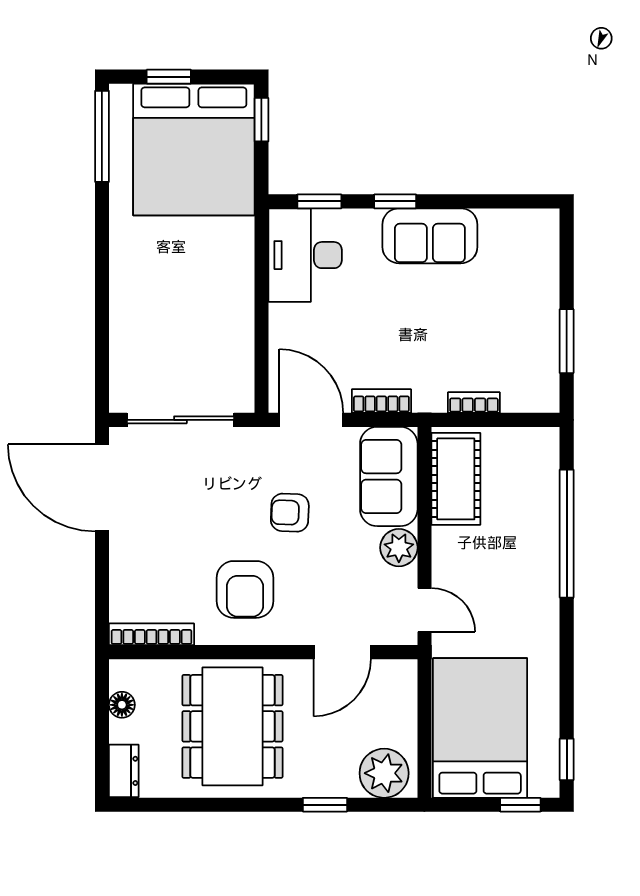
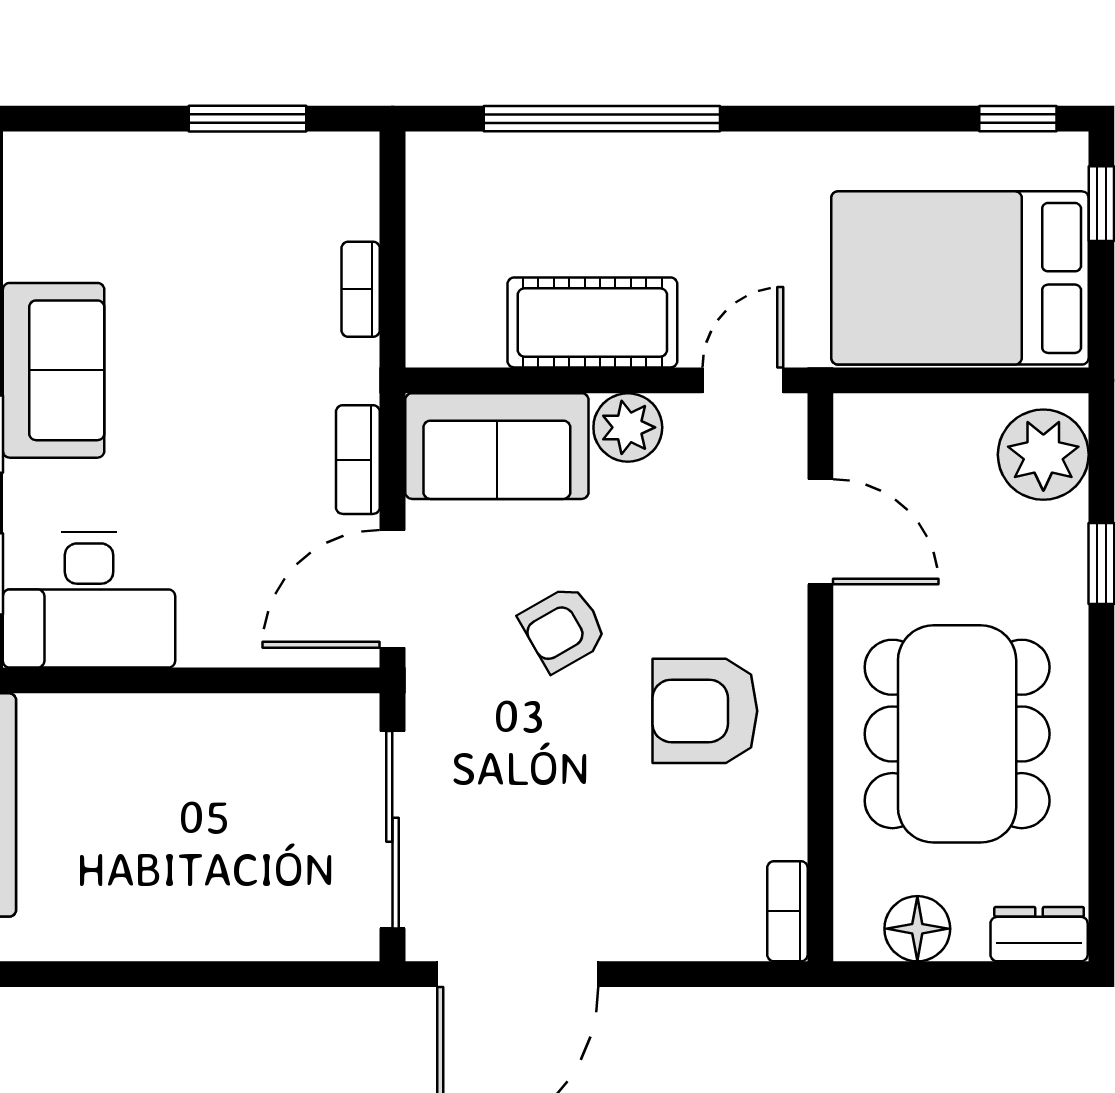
cot: (456, 479) -> (592, 322), moved
armchair: (290, 513) -> (563, 628), turned 58
armchair: (245, 589) -> (705, 711), turned 180
bookcase: (152, 634) -> (787, 911), width x0.64
floor lamp: (122, 705) -> (917, 929), width x1.37, depth x1.37
dining table: (232, 726) -> (957, 734), turned 90

